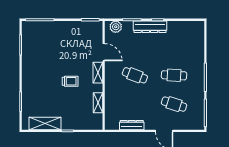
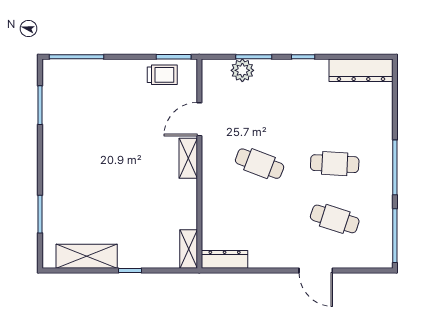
plant: (116, 27) -> (242, 70), moved
dresser: (150, 27) -> (361, 70), moved
door: (104, 52) -> (199, 119), swing flipped
trolley: (70, 81) -> (162, 75), moved
shelving: (98, 103) -> (189, 249), moved
dresser: (132, 125) -> (225, 259), moved

